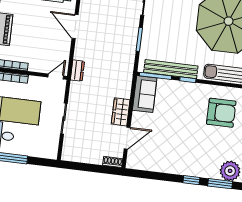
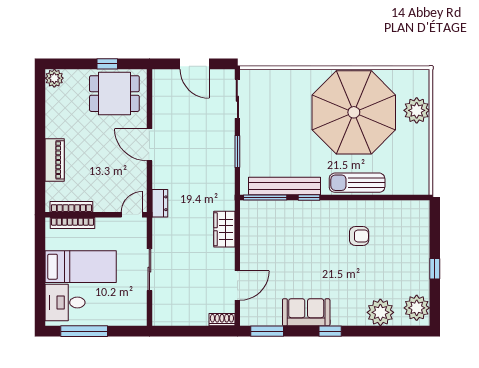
sofa: (145, 94) -> (306, 312), moved, turned -90
wardrobe: (121, 112) -> (224, 229), moved
armchair: (221, 113) -> (359, 236), width x0.53, depth x0.53
window: (220, 184) -> (267, 331), moved

